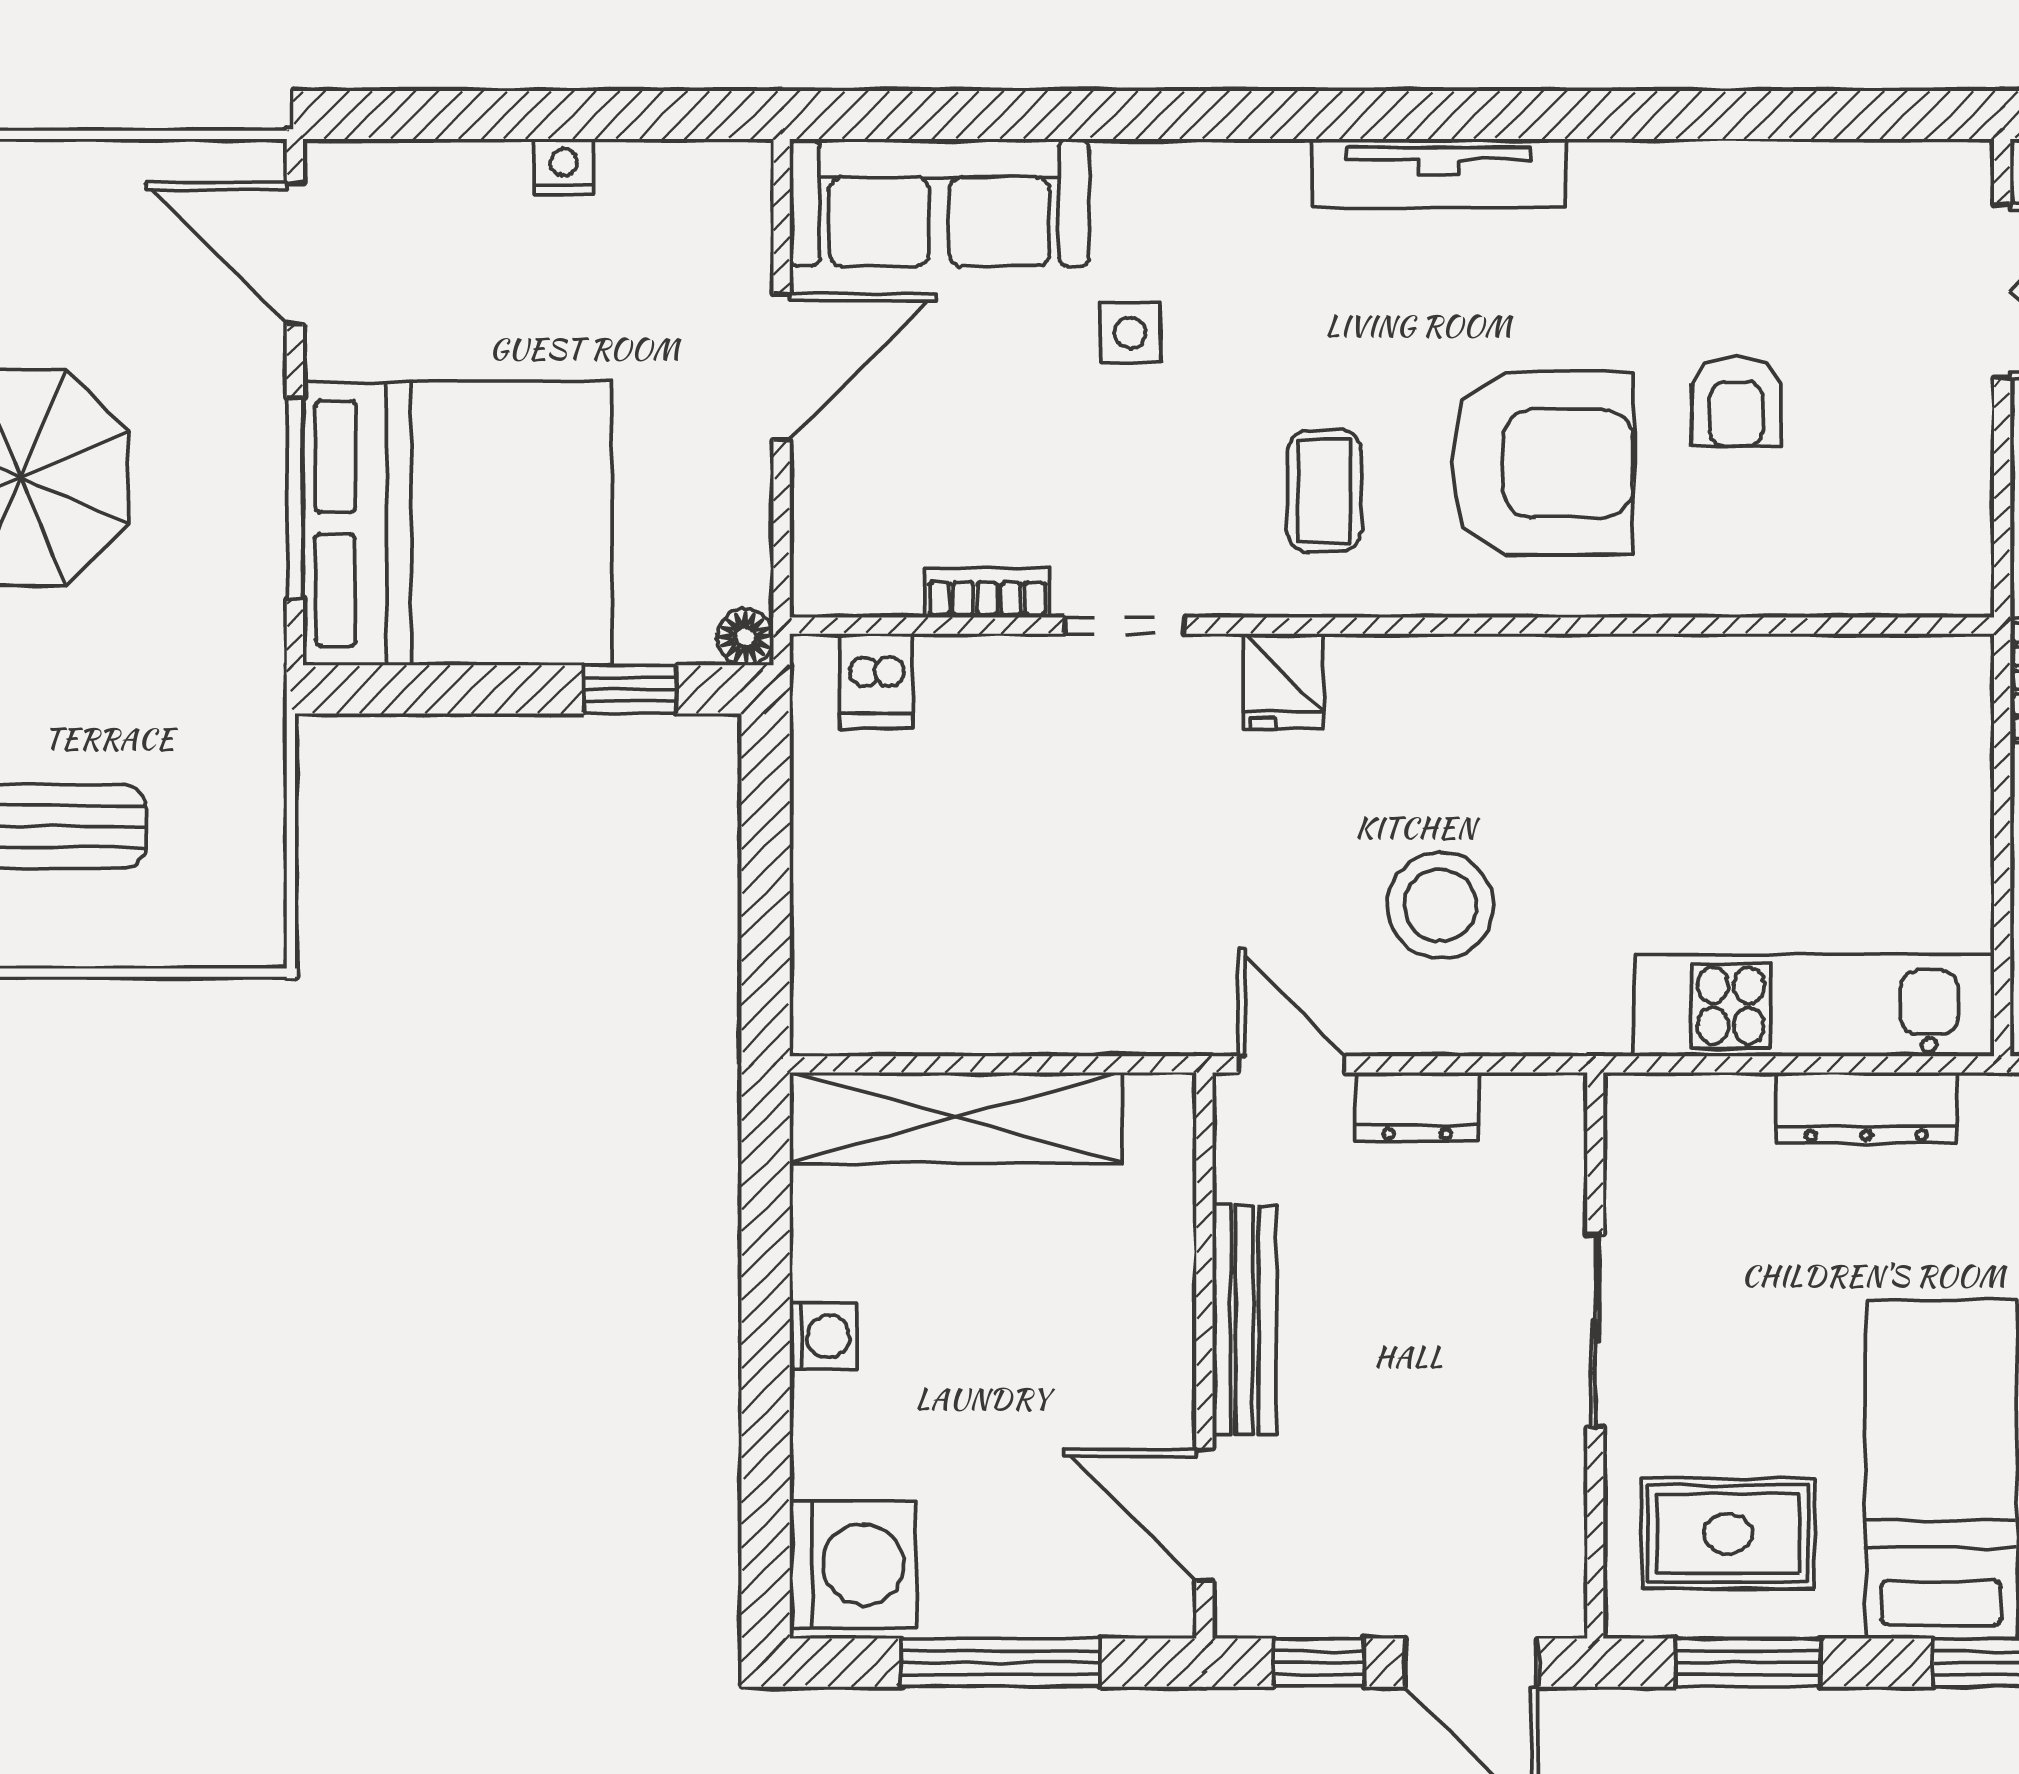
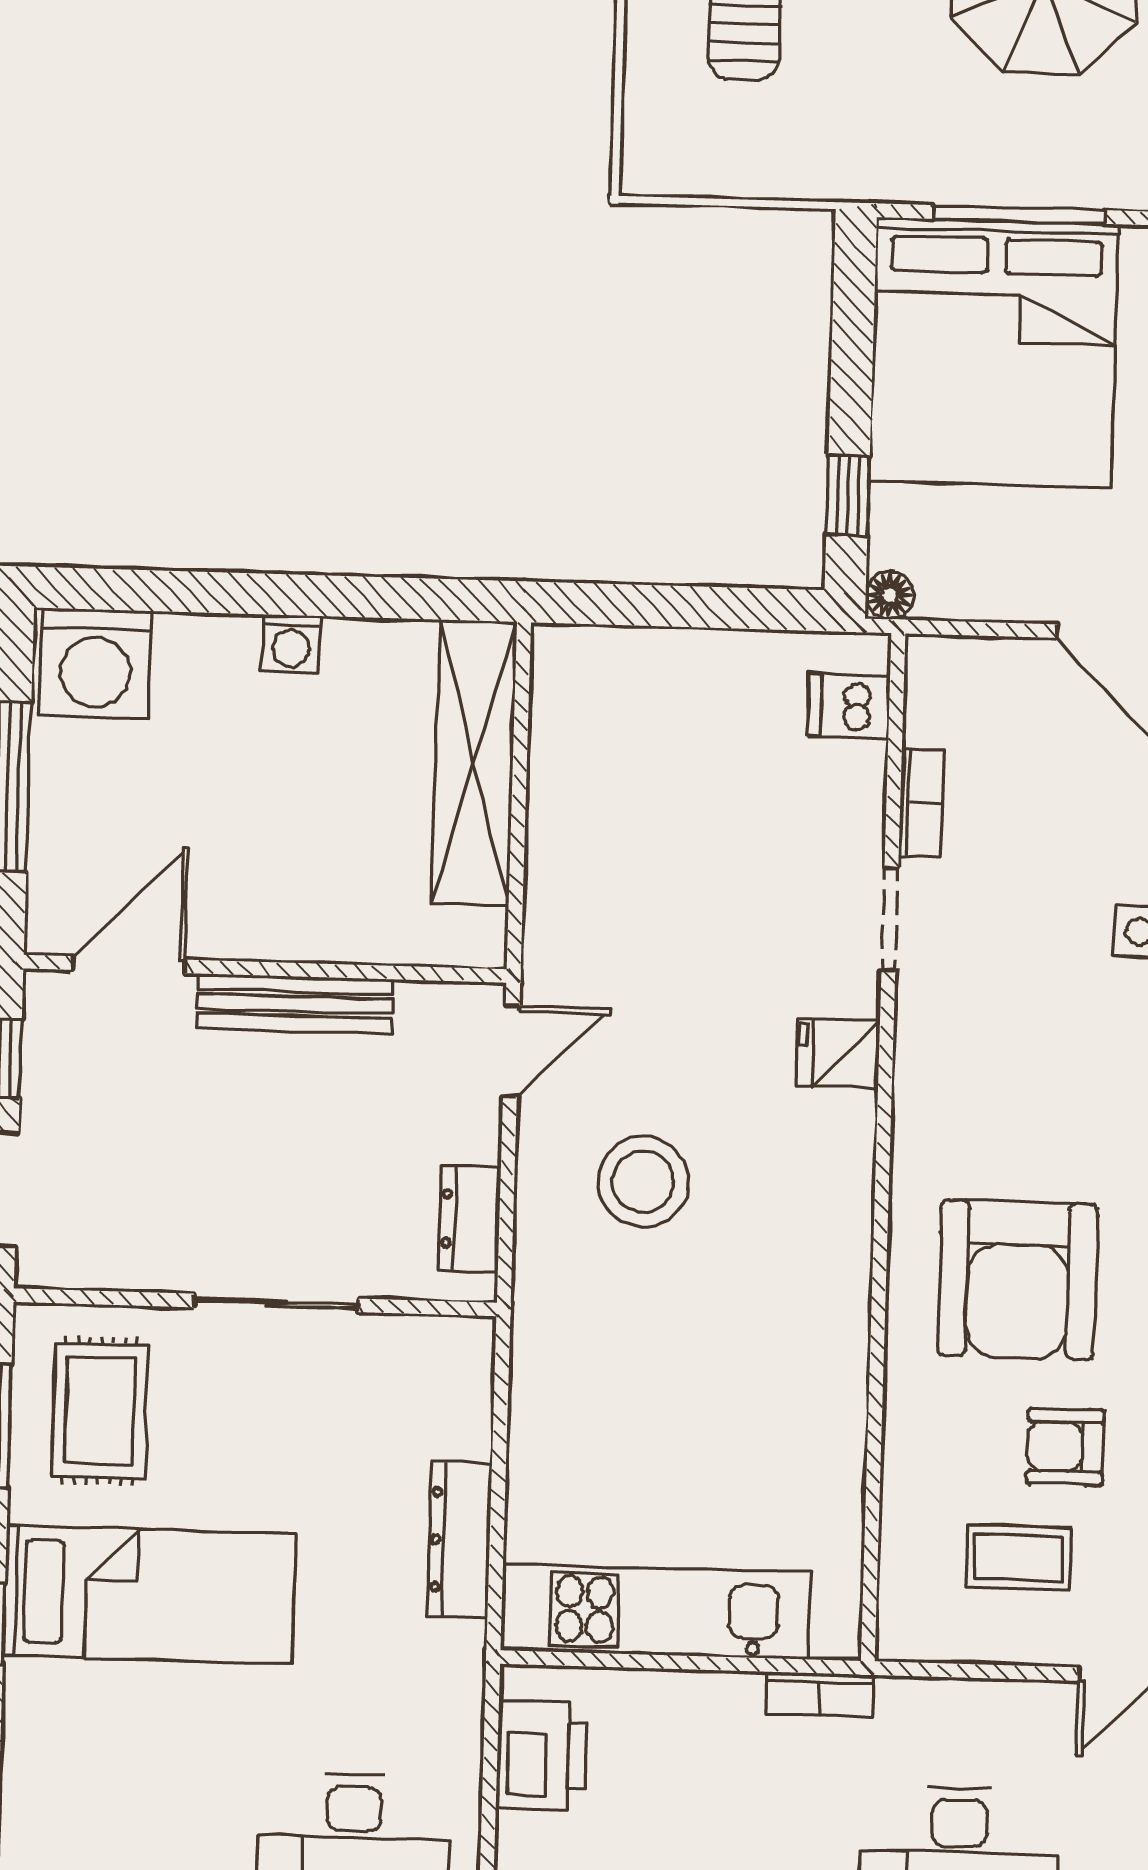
coffee table: (1324, 491) -> (1018, 1558), moved
kitchen unit: (1814, 1006) -> (655, 1611), moved, turned -90
dresser: (1417, 1107) -> (470, 1219), moved

